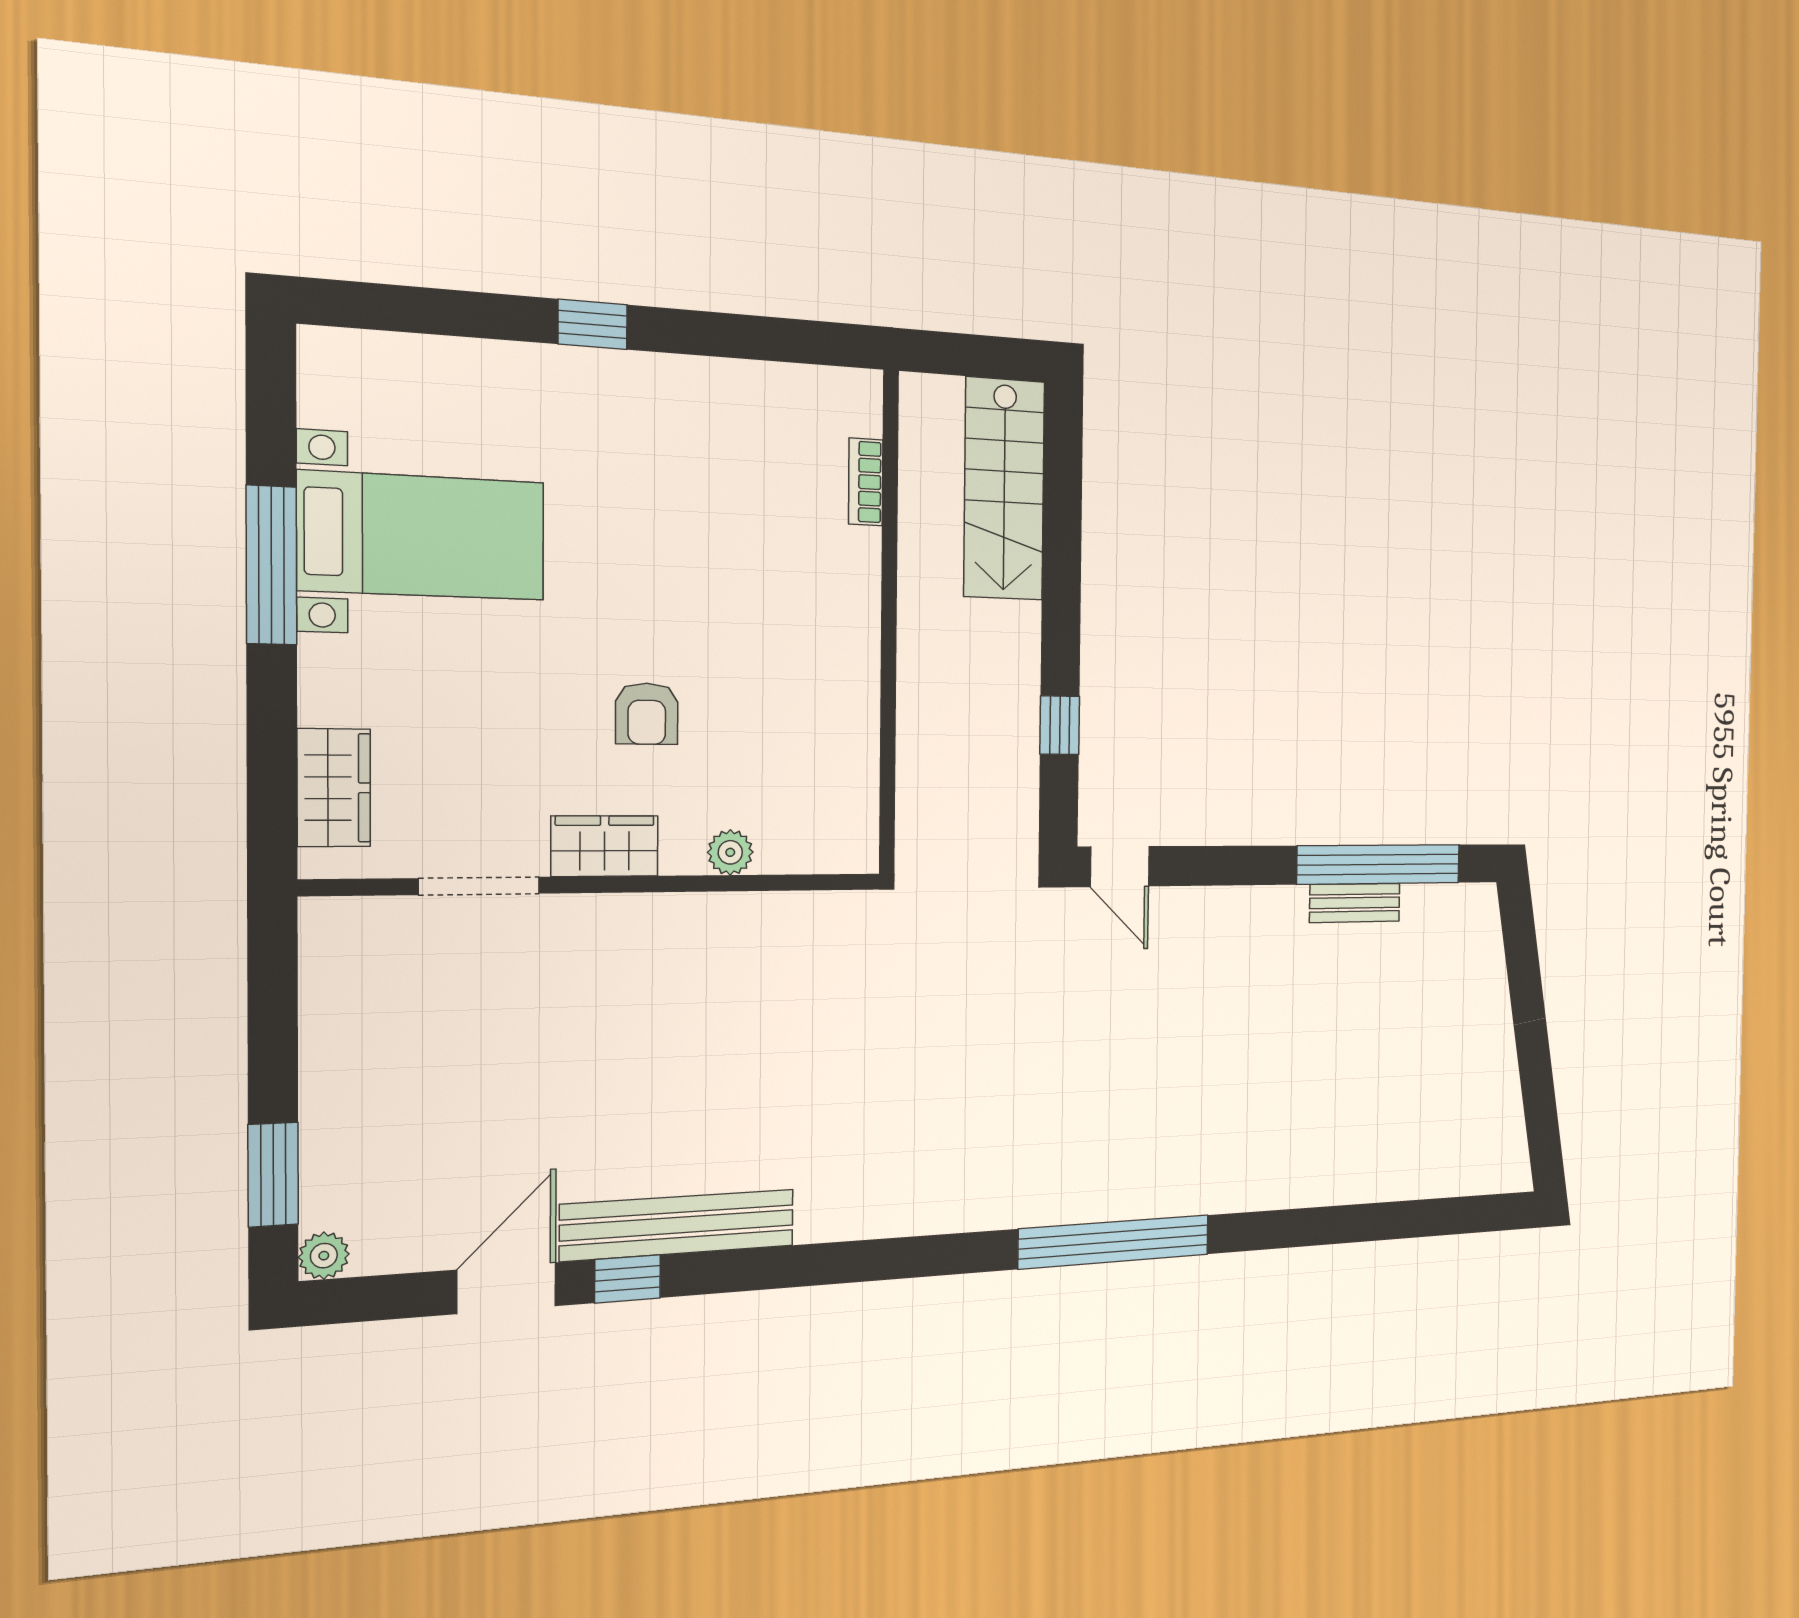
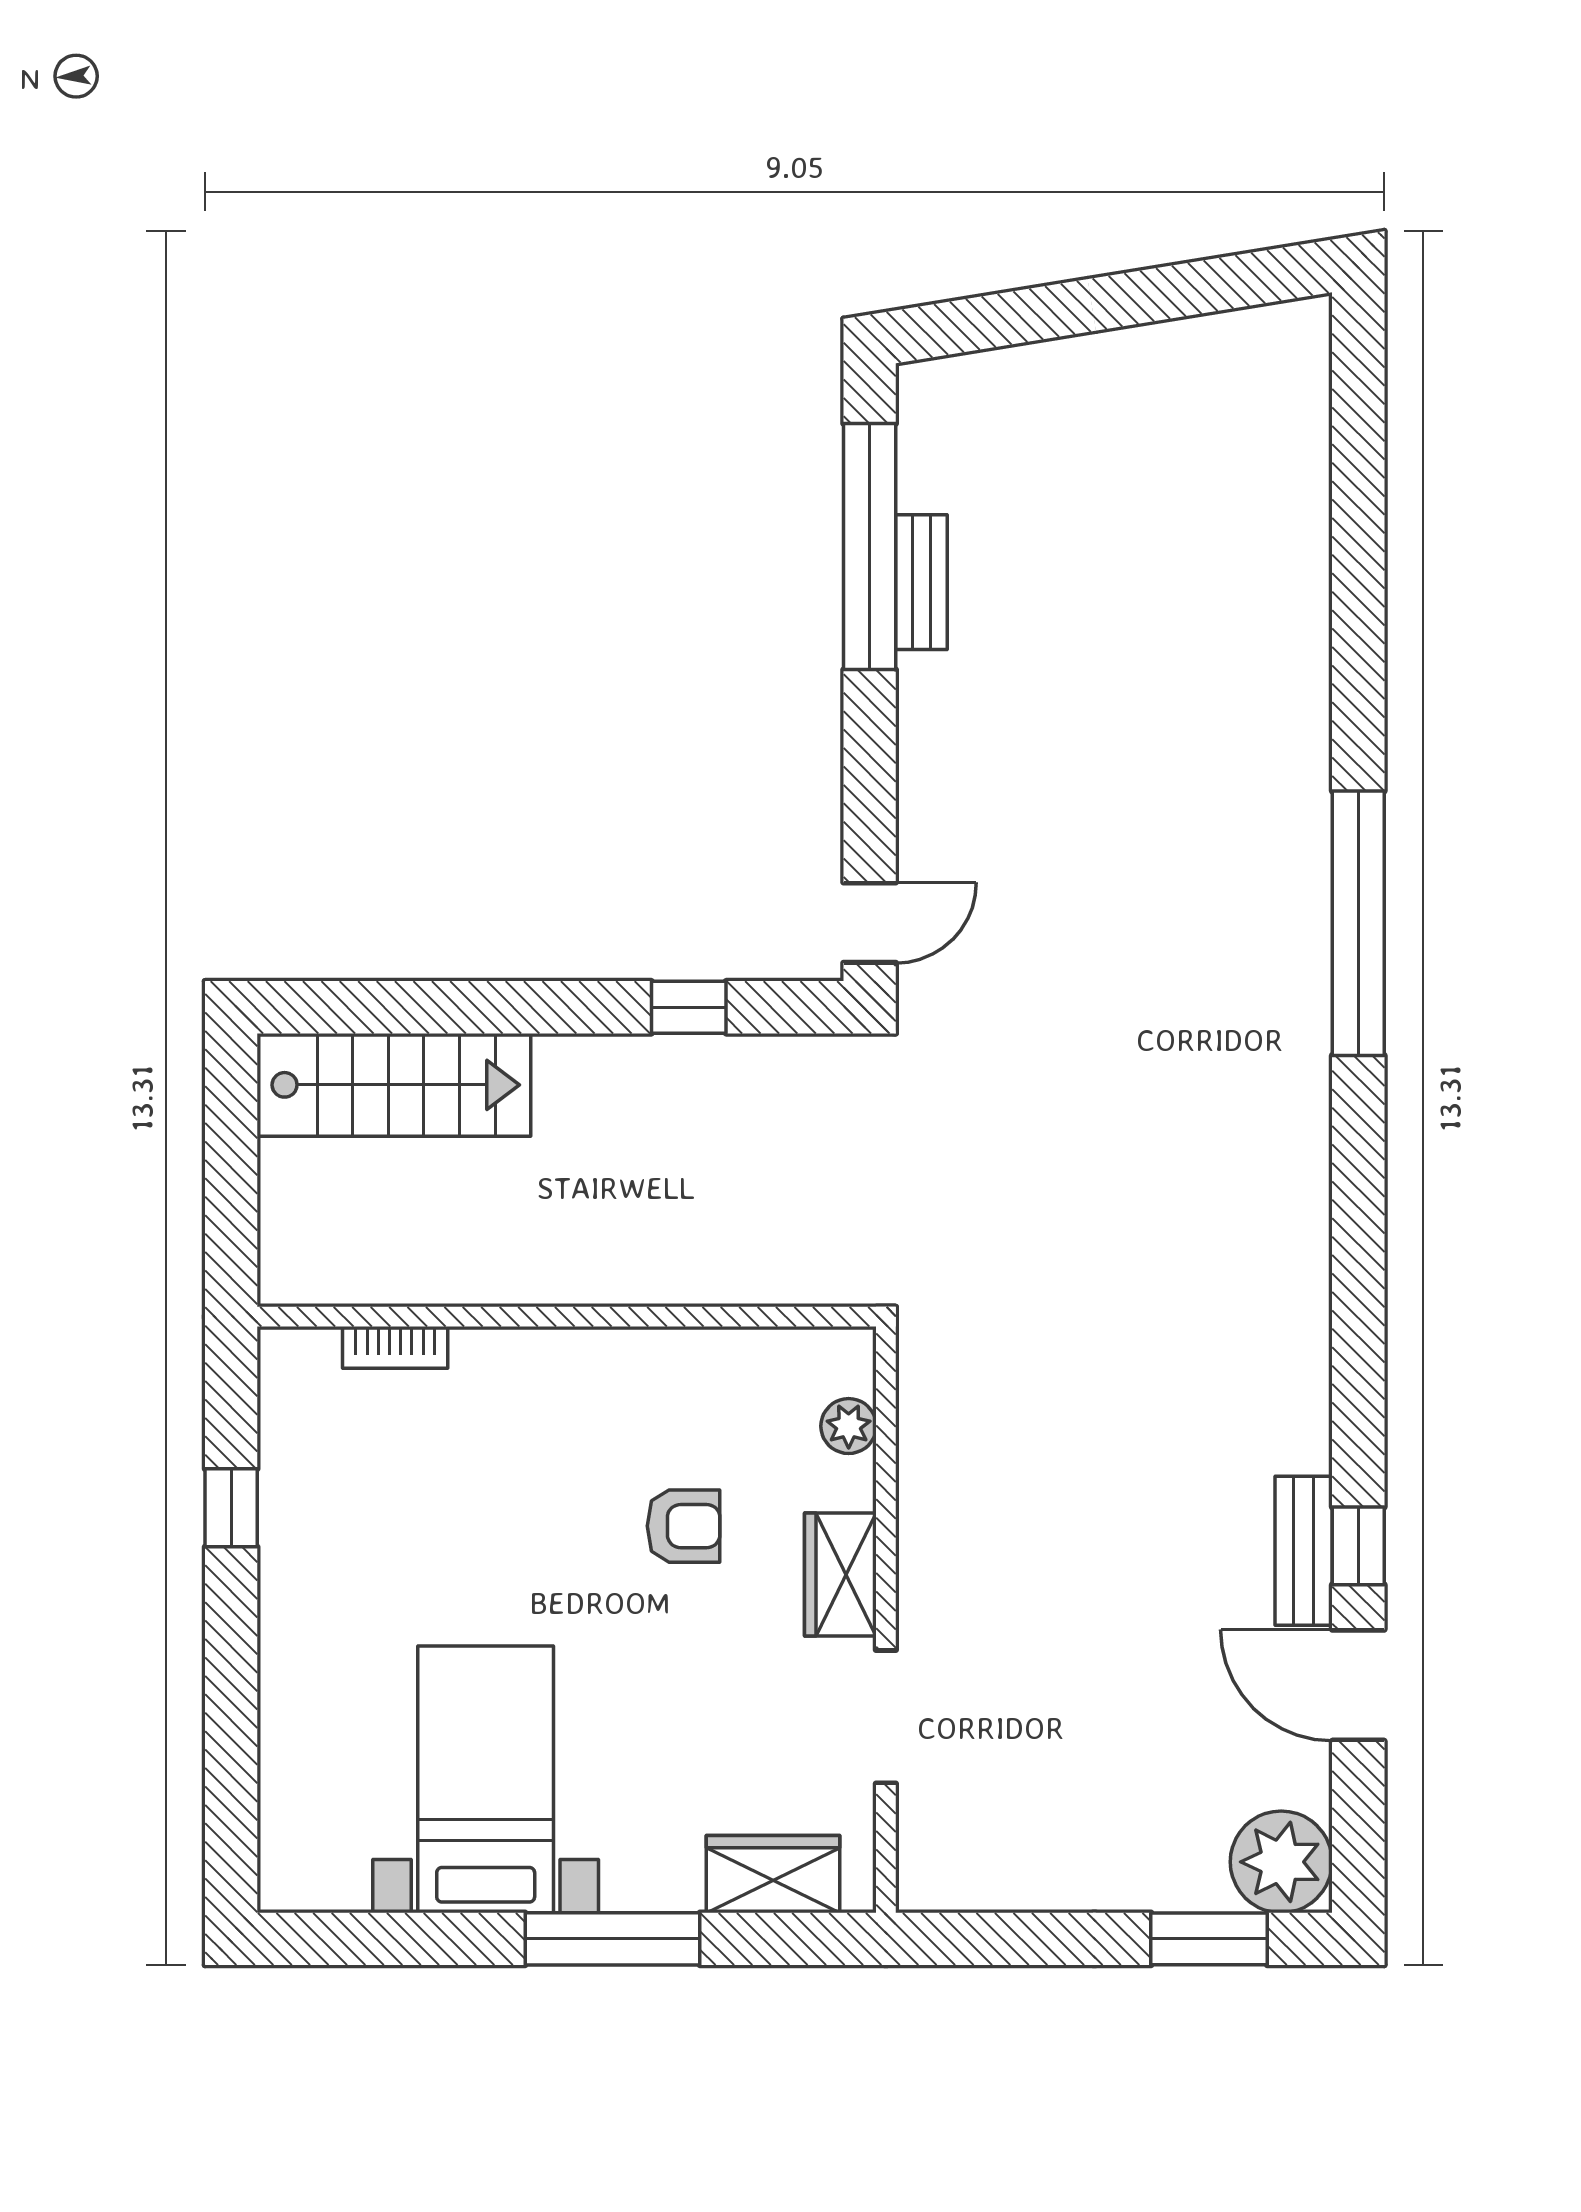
window: (593, 324) -> (231, 1508), moved
bookcase: (866, 482) -> (395, 1347), moved
window: (272, 565) -> (613, 1939), moved
wall: (889, 623) -> (567, 1317), moved
bench: (678, 1225) -> (1304, 1551), width x0.54, depth x0.82
plant: (324, 1256) -> (1281, 1862), width x1.88, depth x1.88

